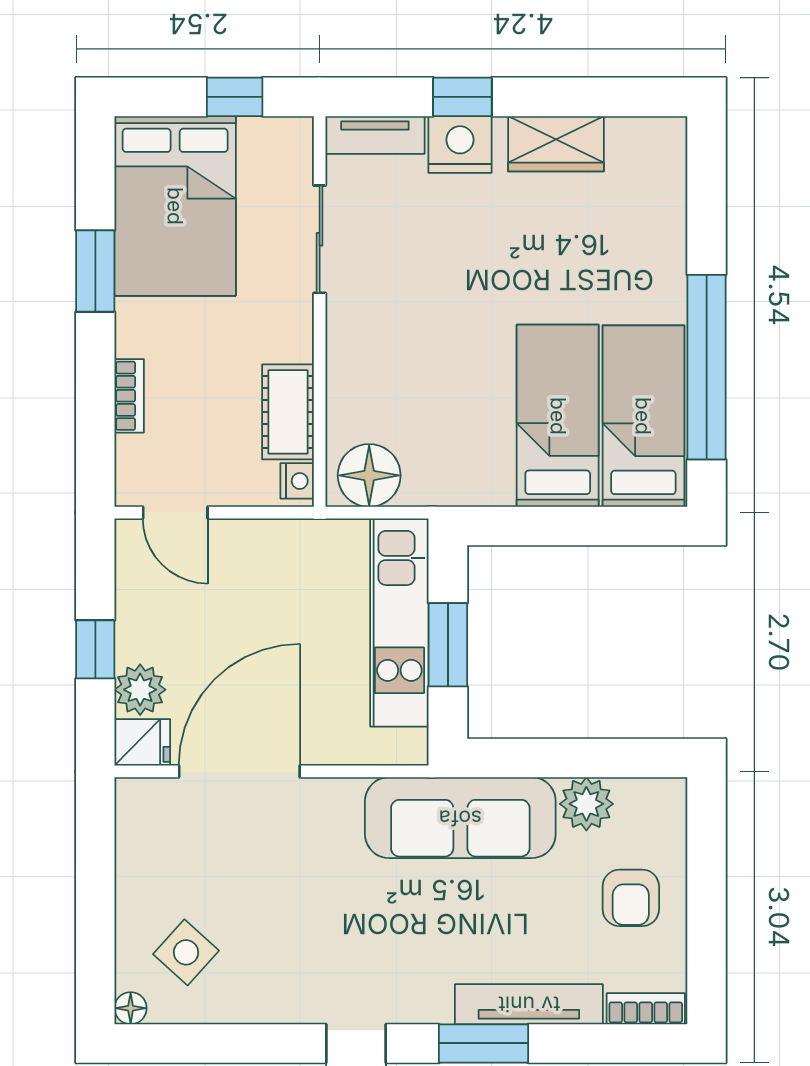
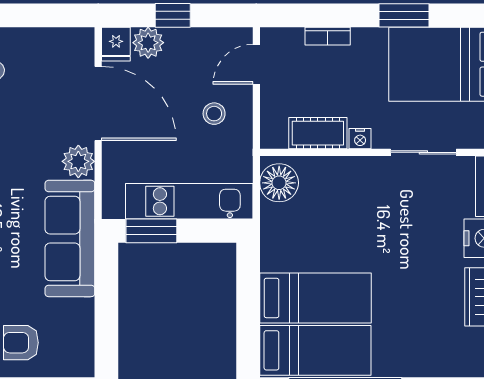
nightstand: (297, 481) -> (360, 139), moved
stool: (256, 582) -> (214, 114), added
window: (448, 645) -> (151, 231), moved
plant: (586, 804) -> (78, 161), moved

